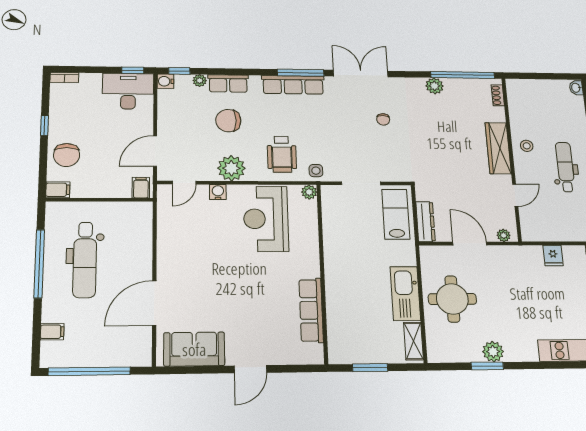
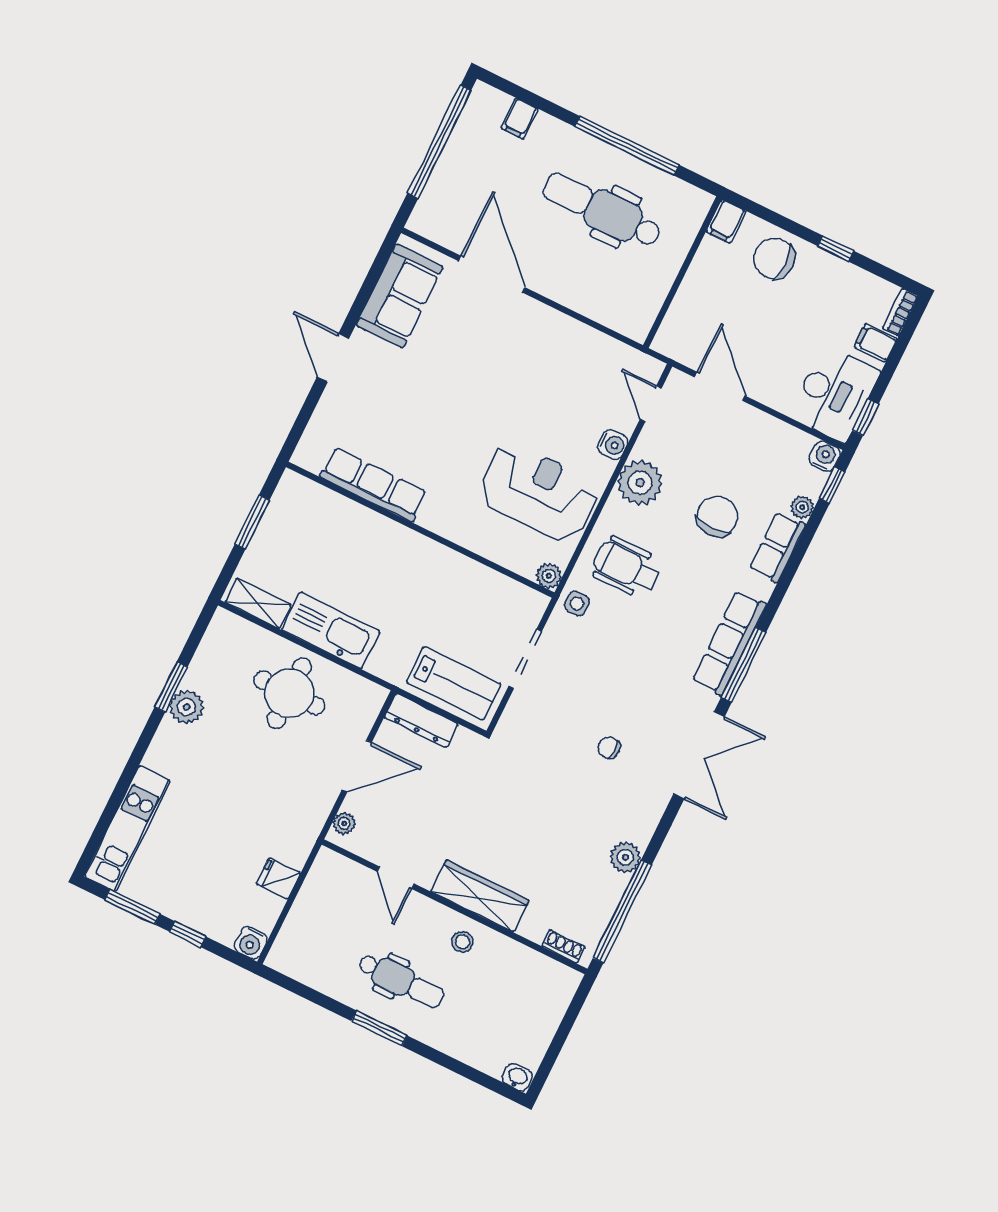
filing cabinet: (141, 188) -> (876, 343), moved, turned 180

